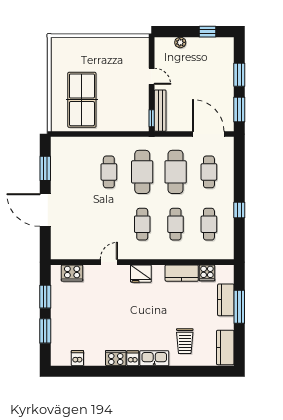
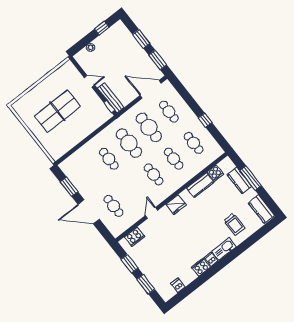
table tennis table: (82, 100) -> (57, 111), moved, turned 90
cafe table: (76, 224) -> (114, 206), added

